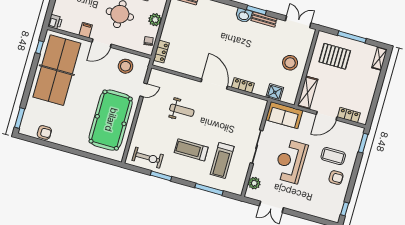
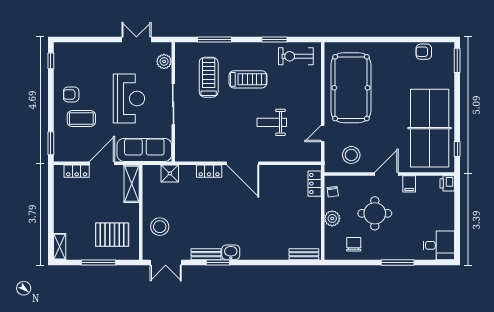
stool: (290, 63) -> (160, 227), moved
sofa: (284, 115) -> (144, 150), width x1.36

